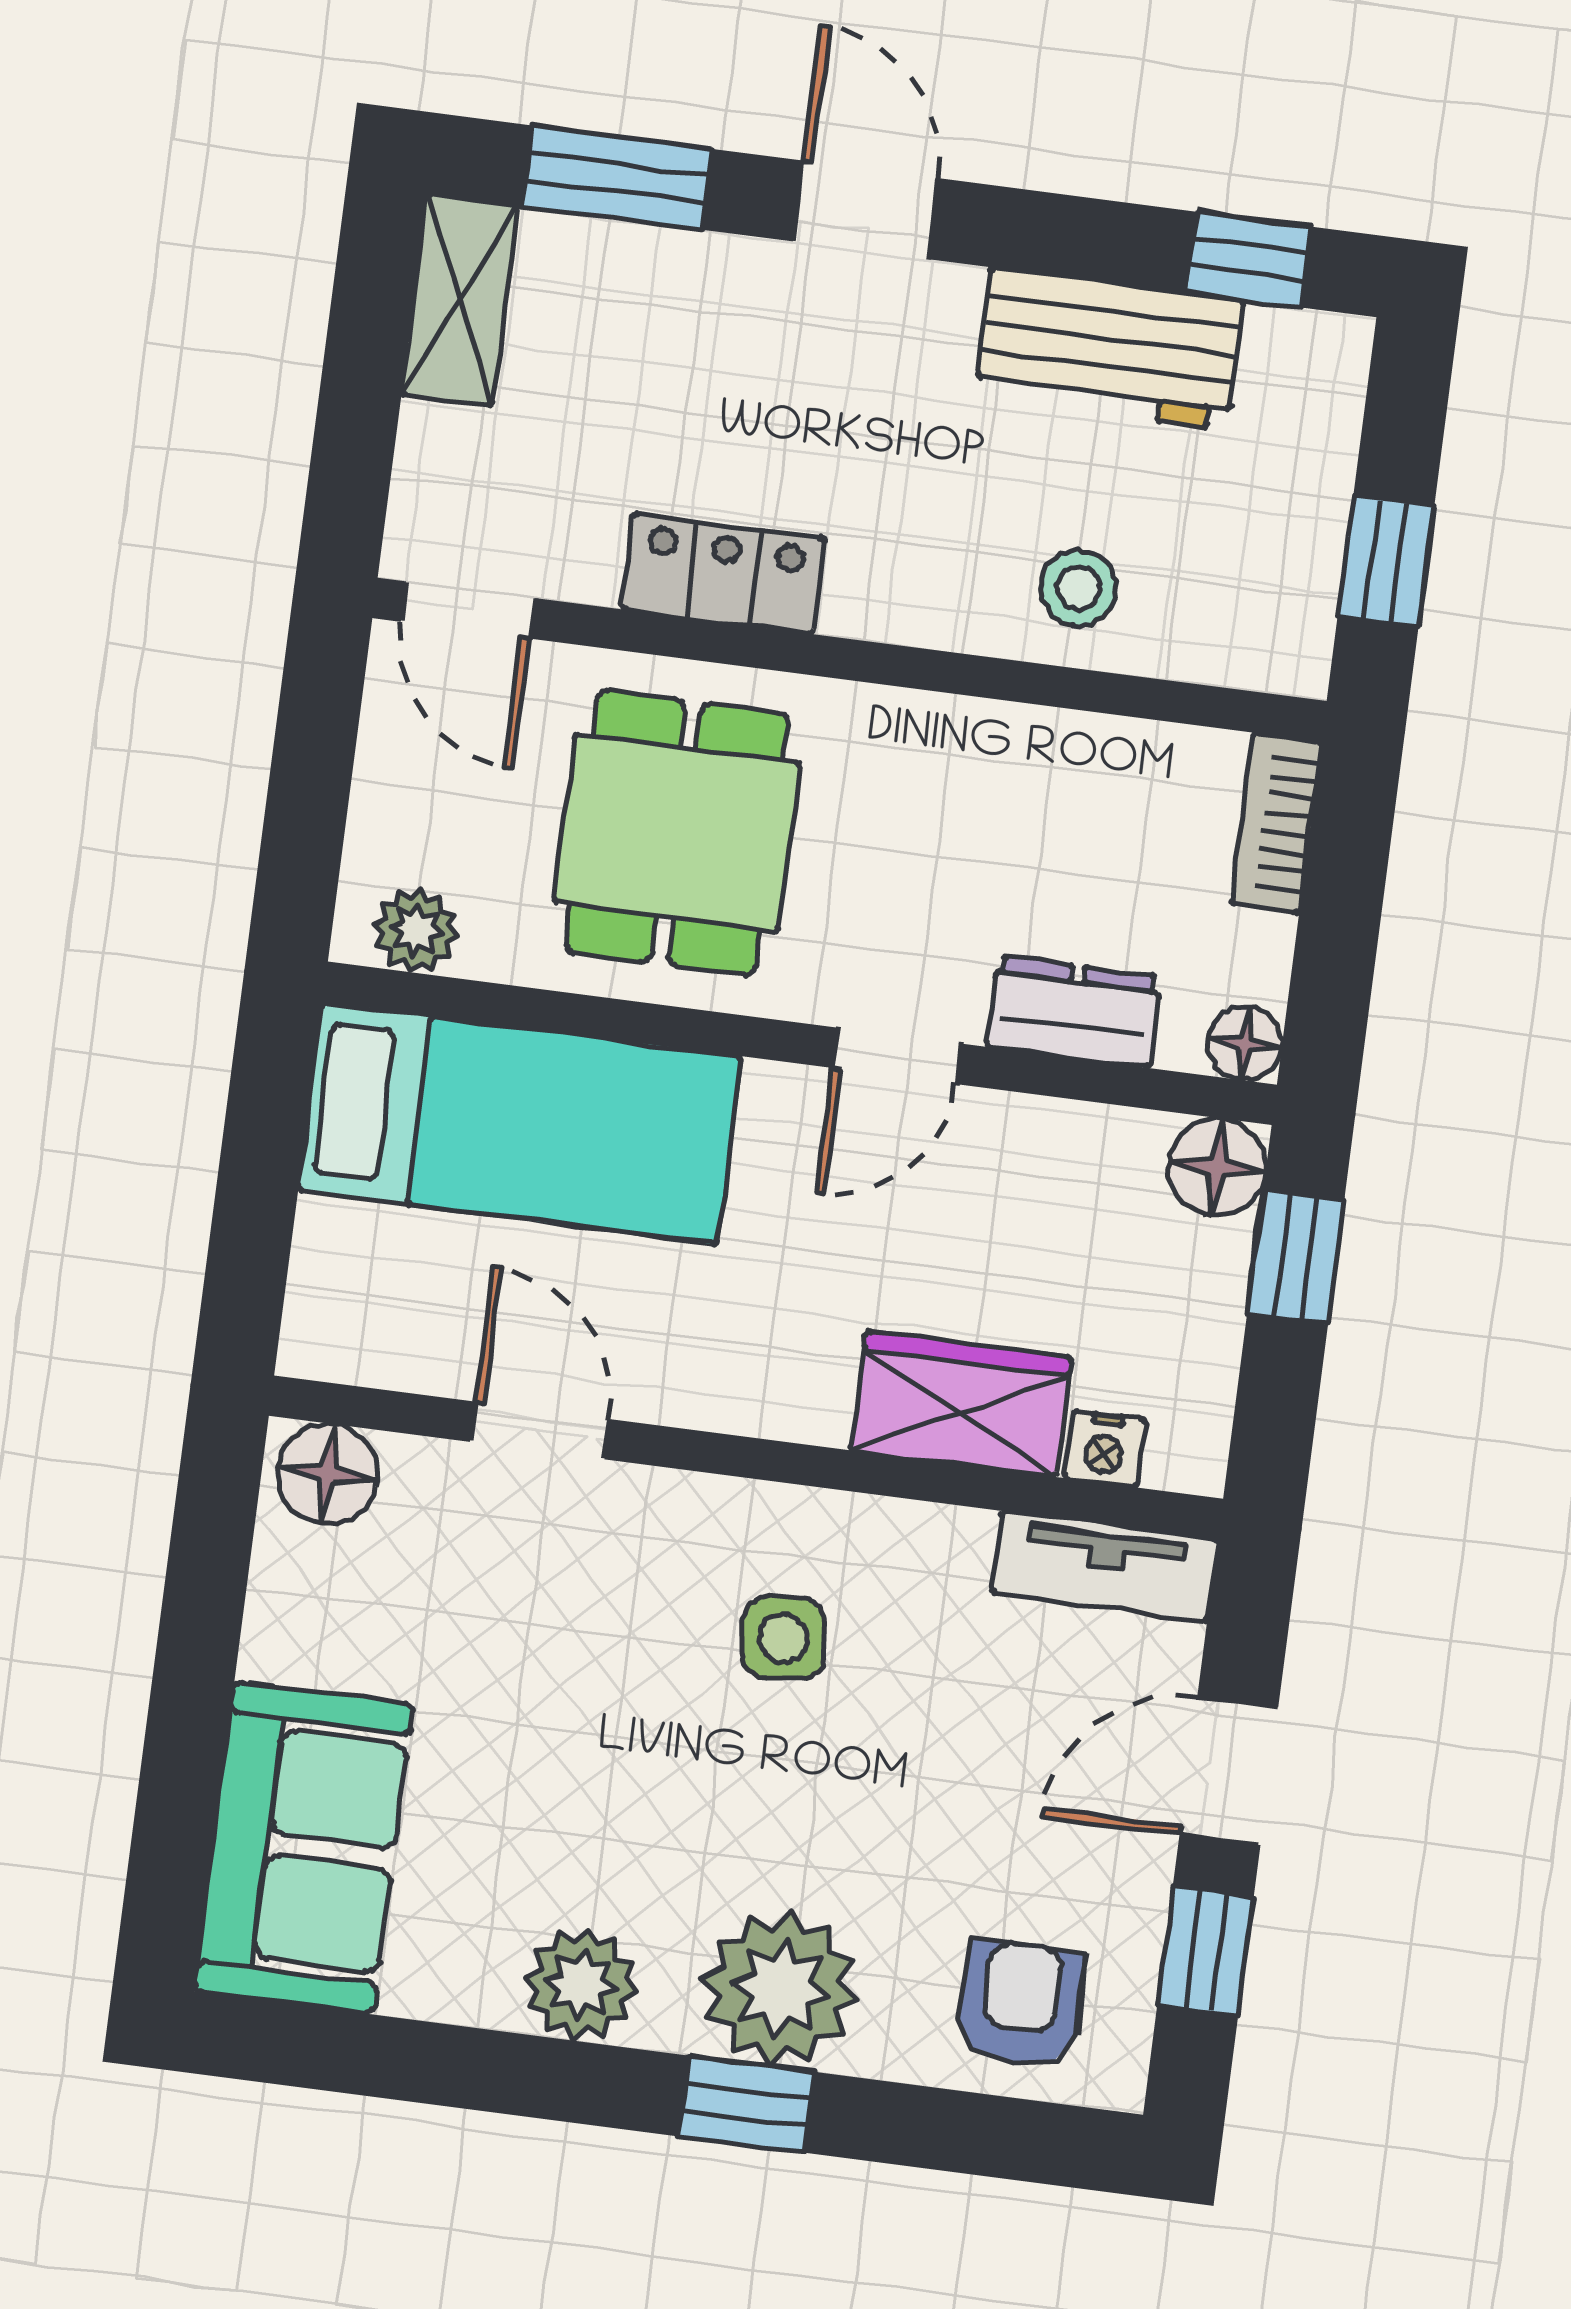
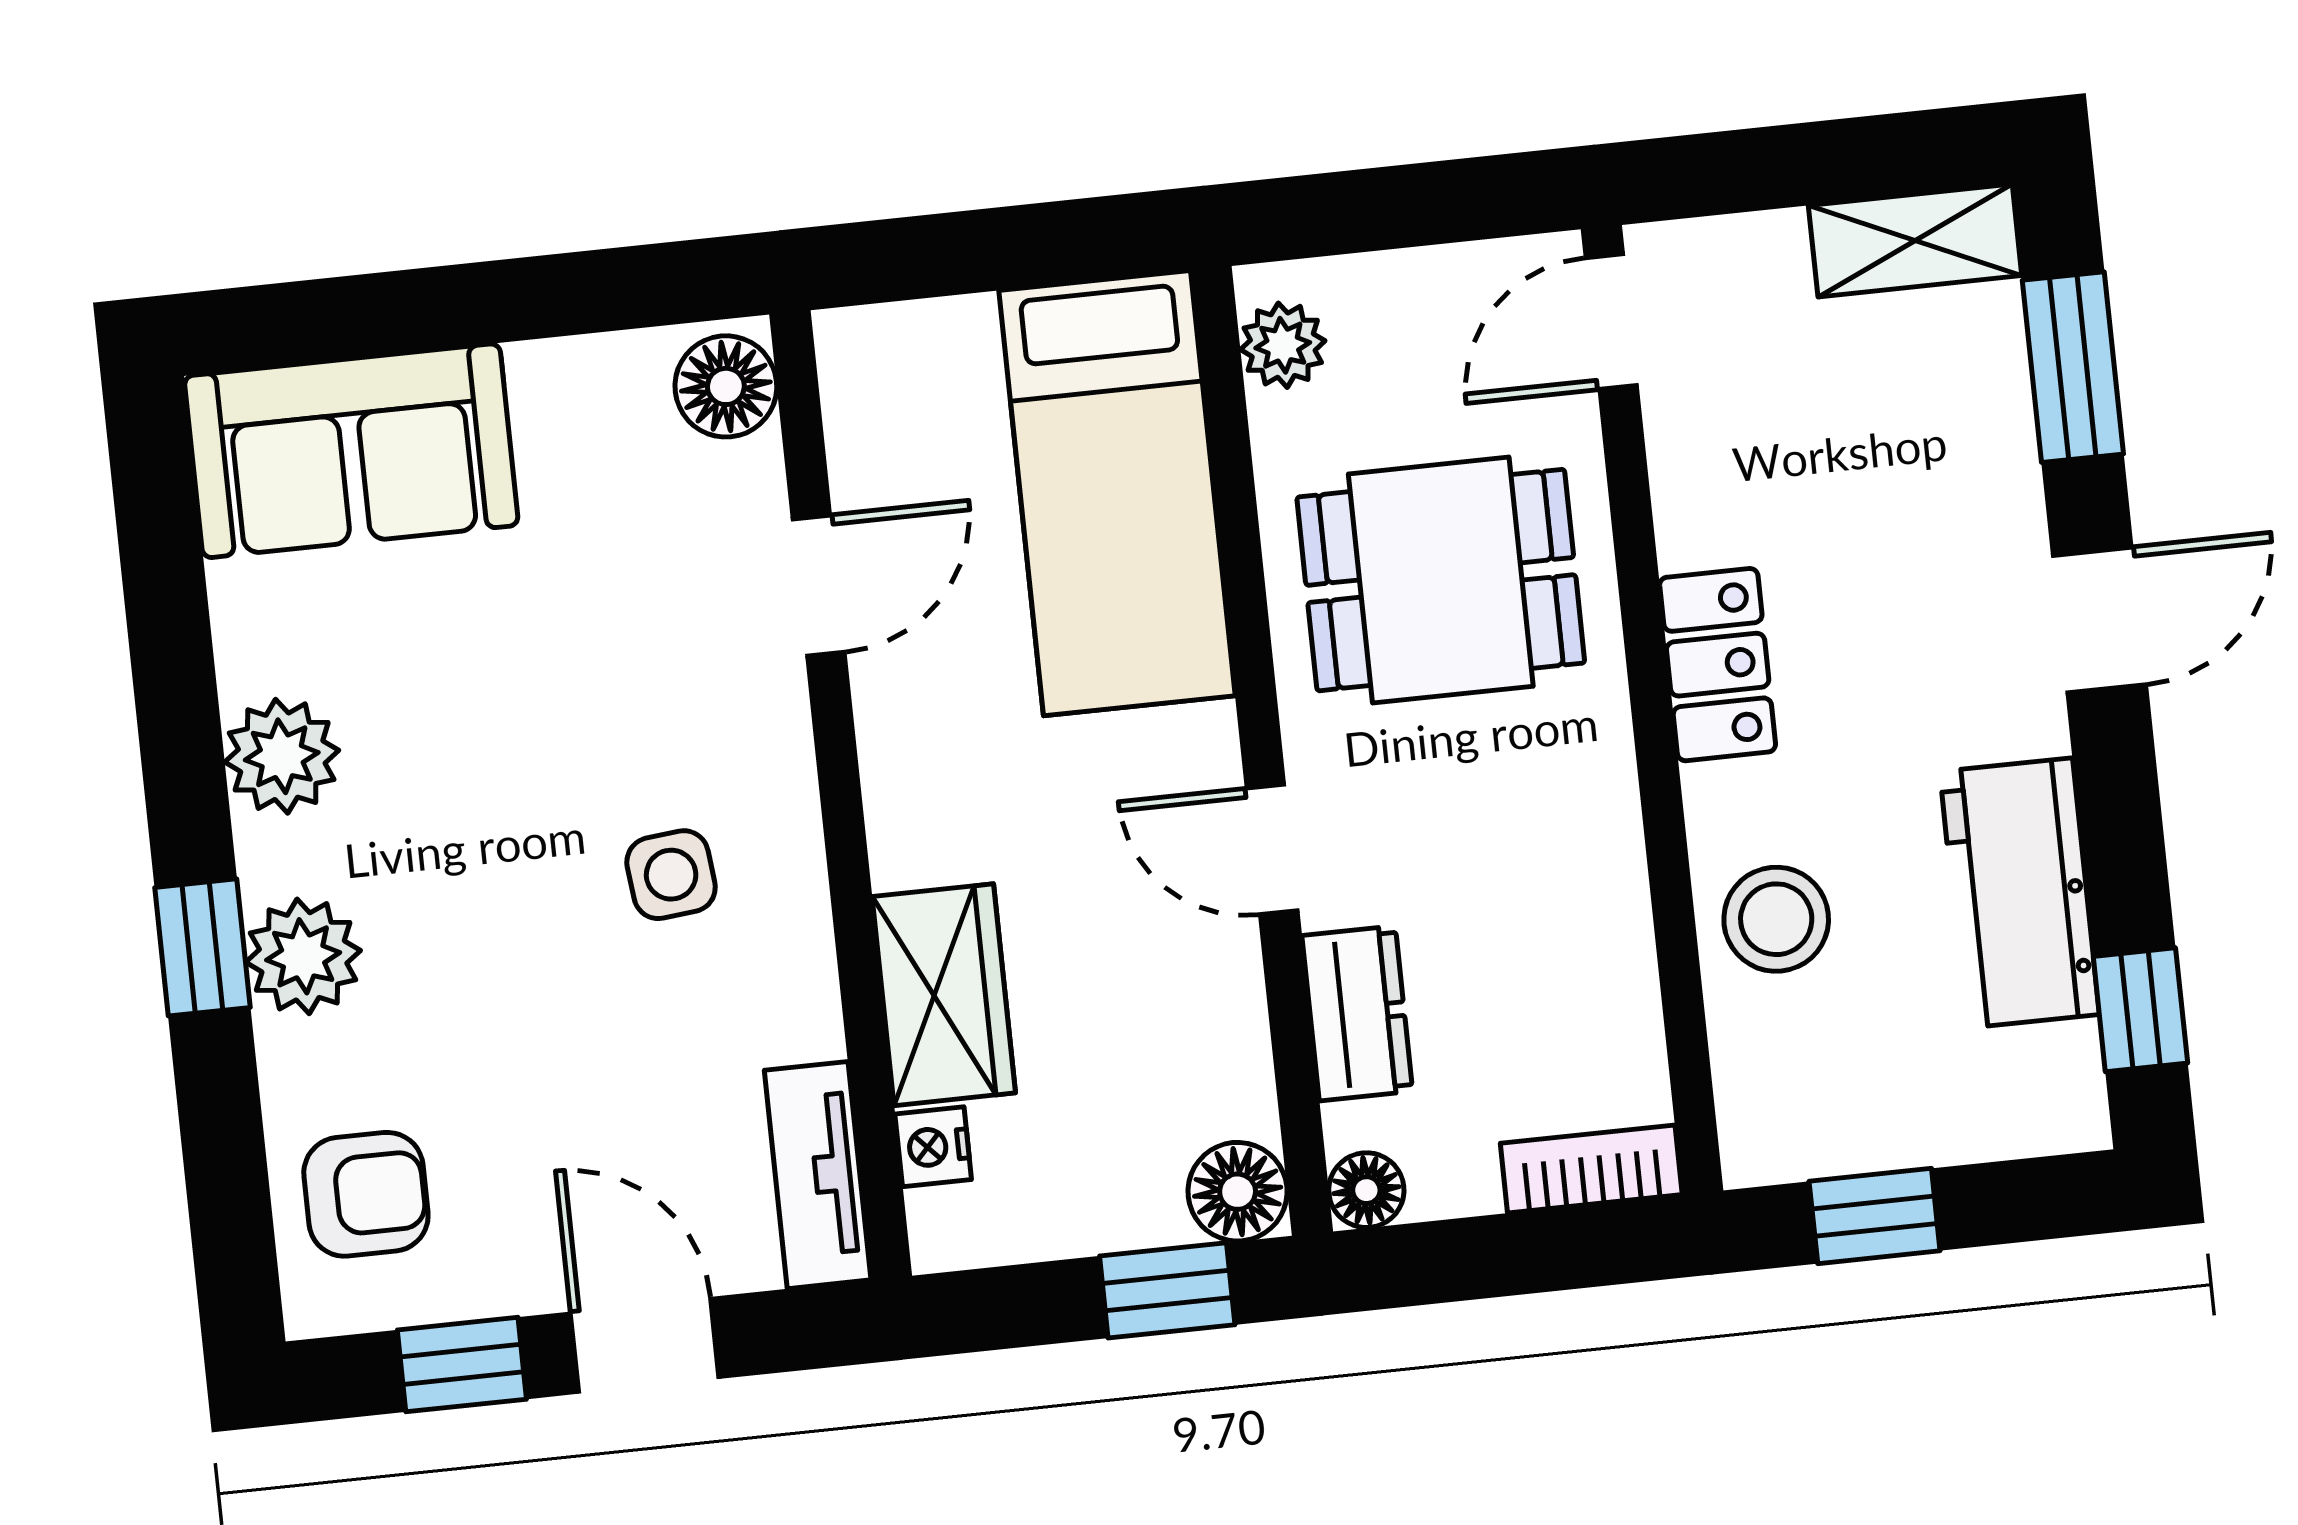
locker: (723, 574) -> (1718, 665), moved
stool: (1079, 588) -> (1776, 919), width x1.37, depth x1.37
plant: (780, 1989) -> (303, 956), width x0.73, depth x0.73

